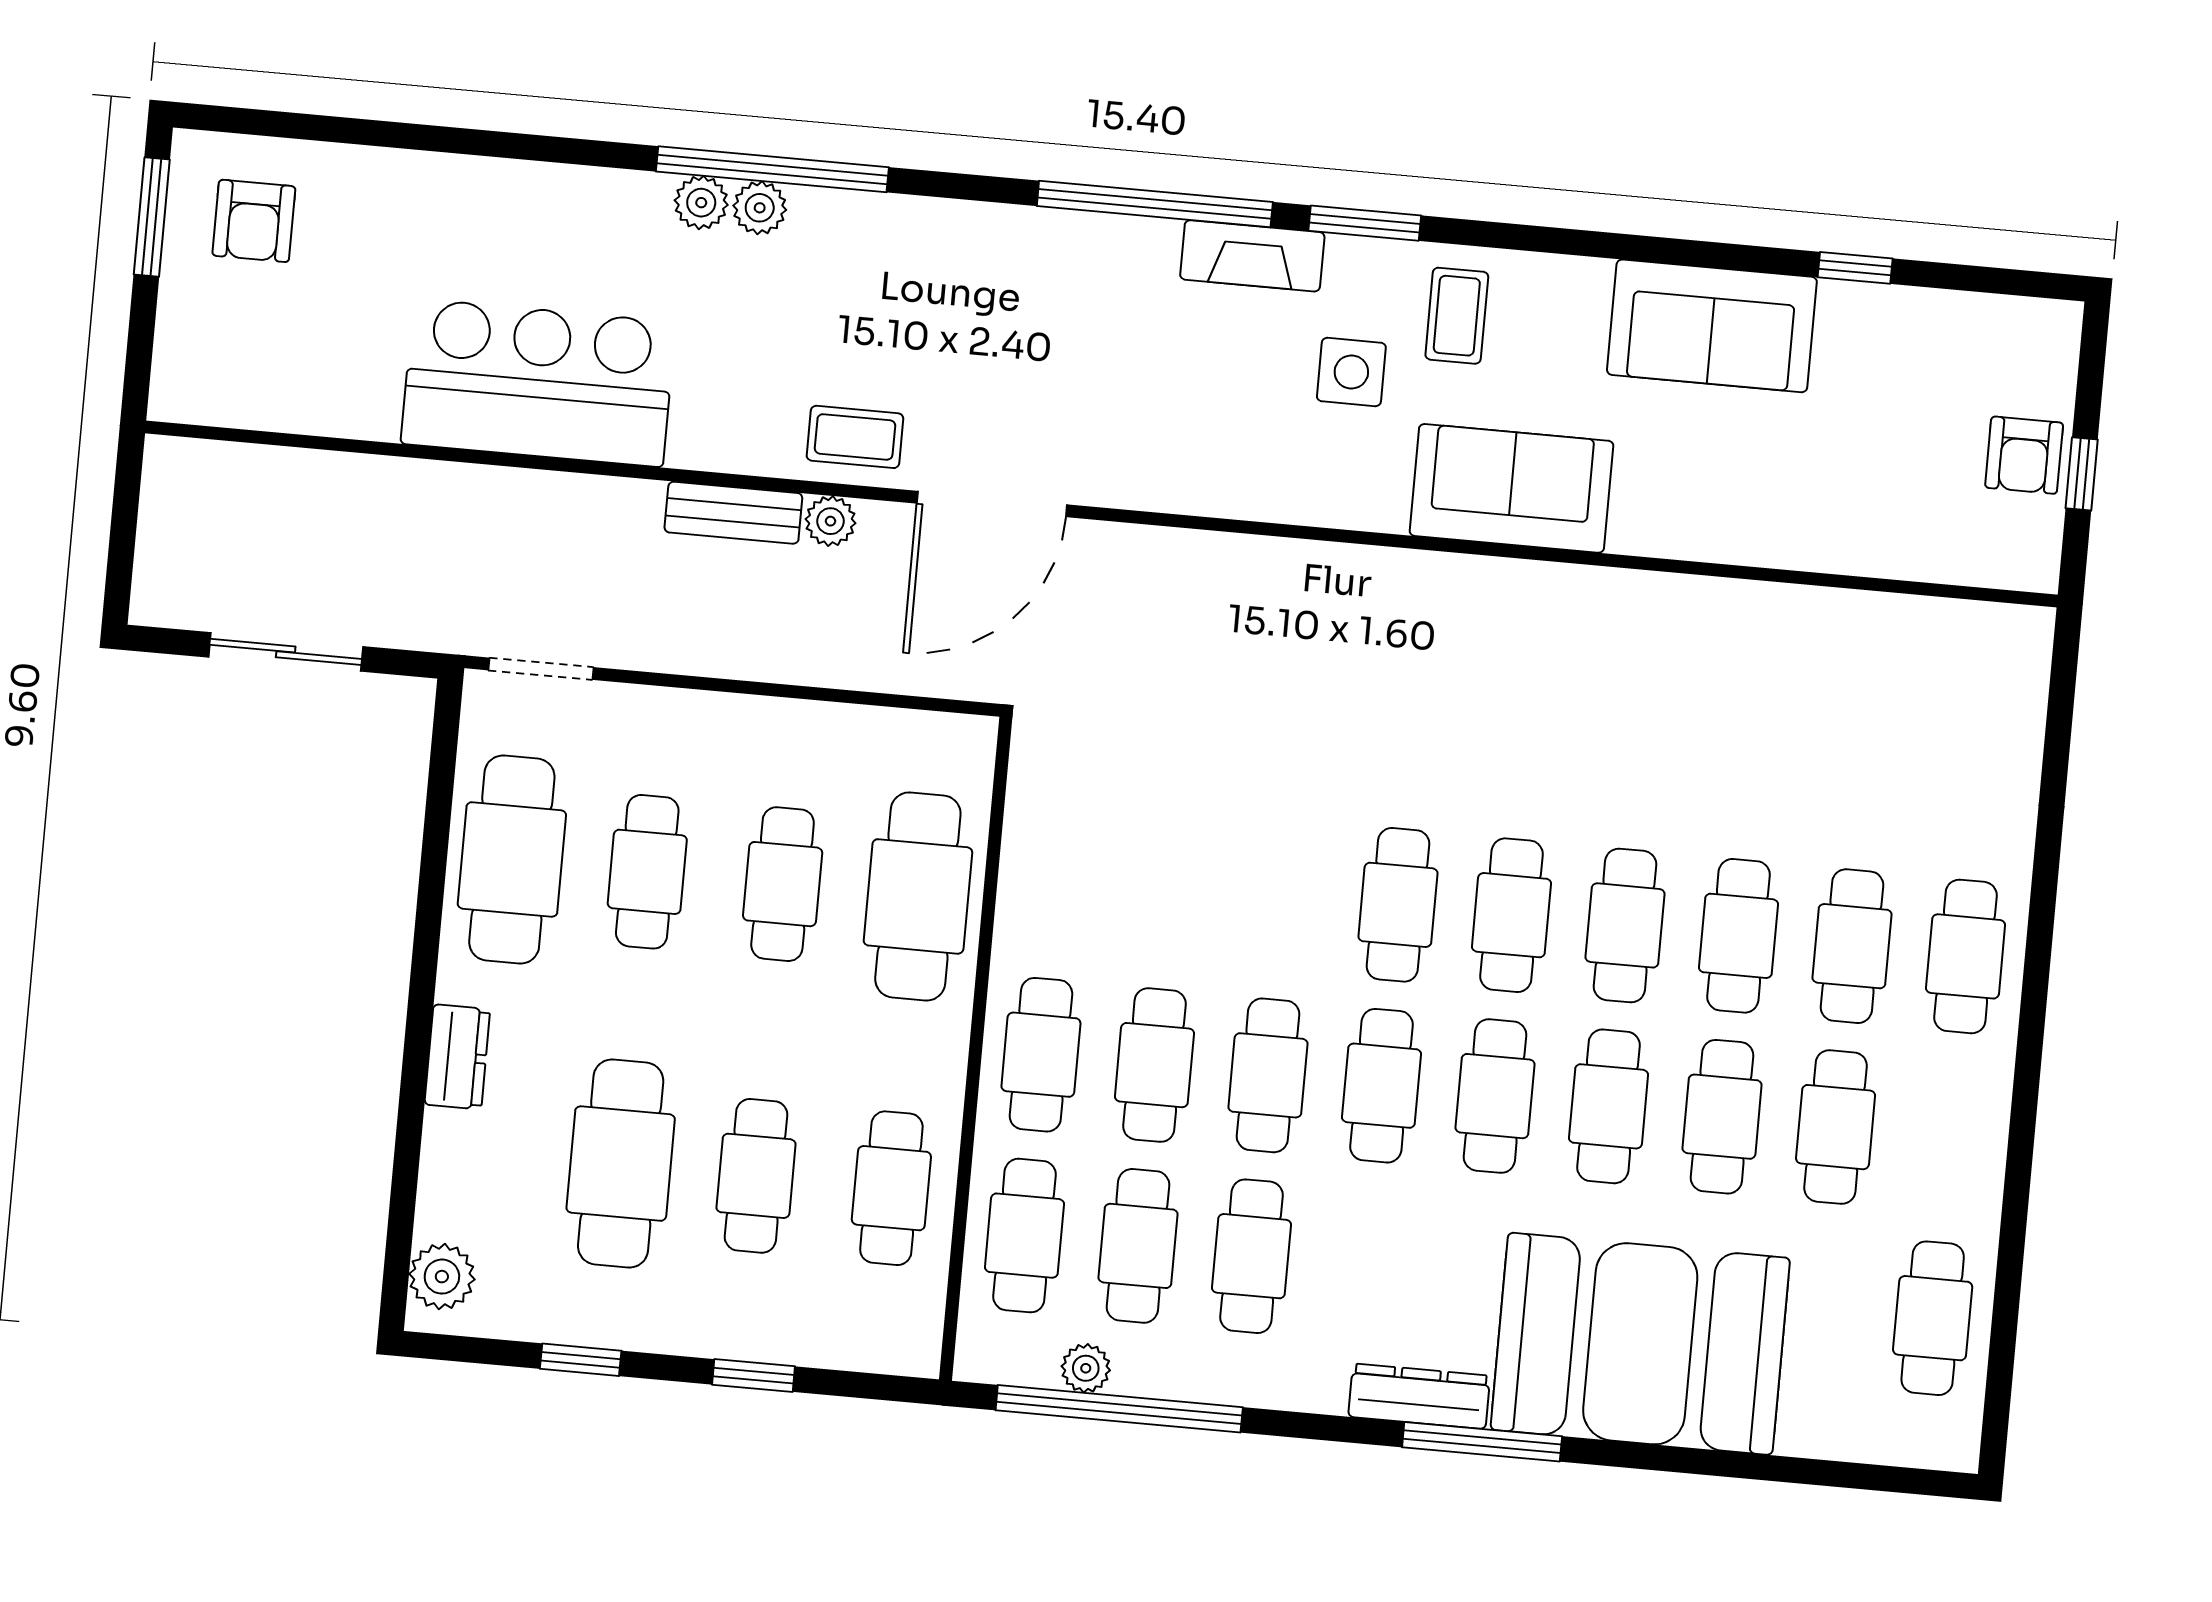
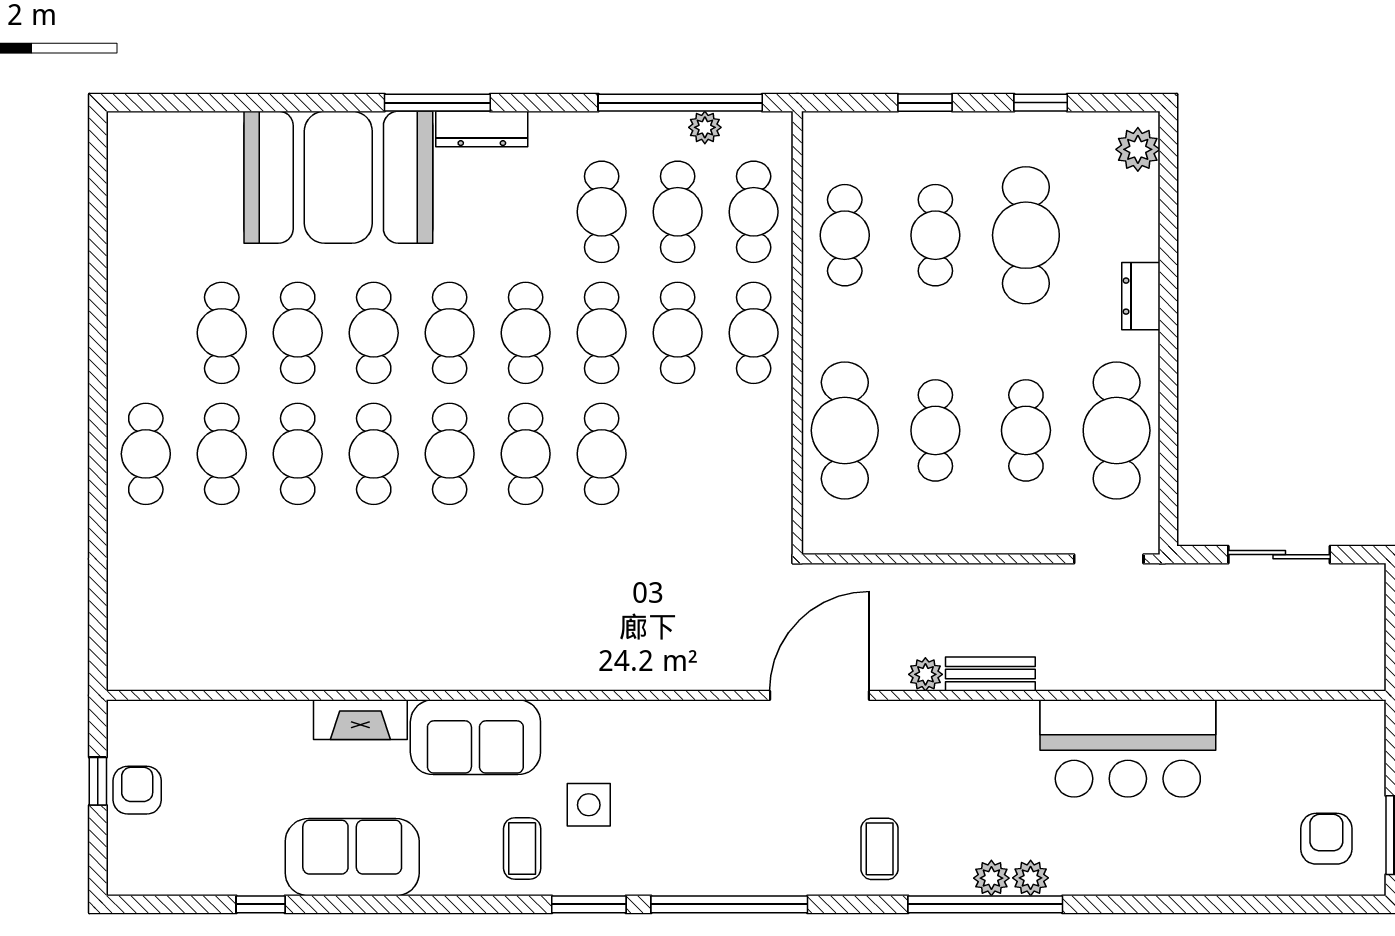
fireplace: (1252, 256) -> (360, 720), moved, turned 180
coffee table: (855, 437) -> (880, 849), moved, turned 90
cafe table: (1933, 1318) -> (602, 454), moved

